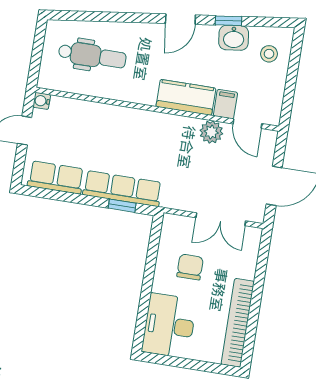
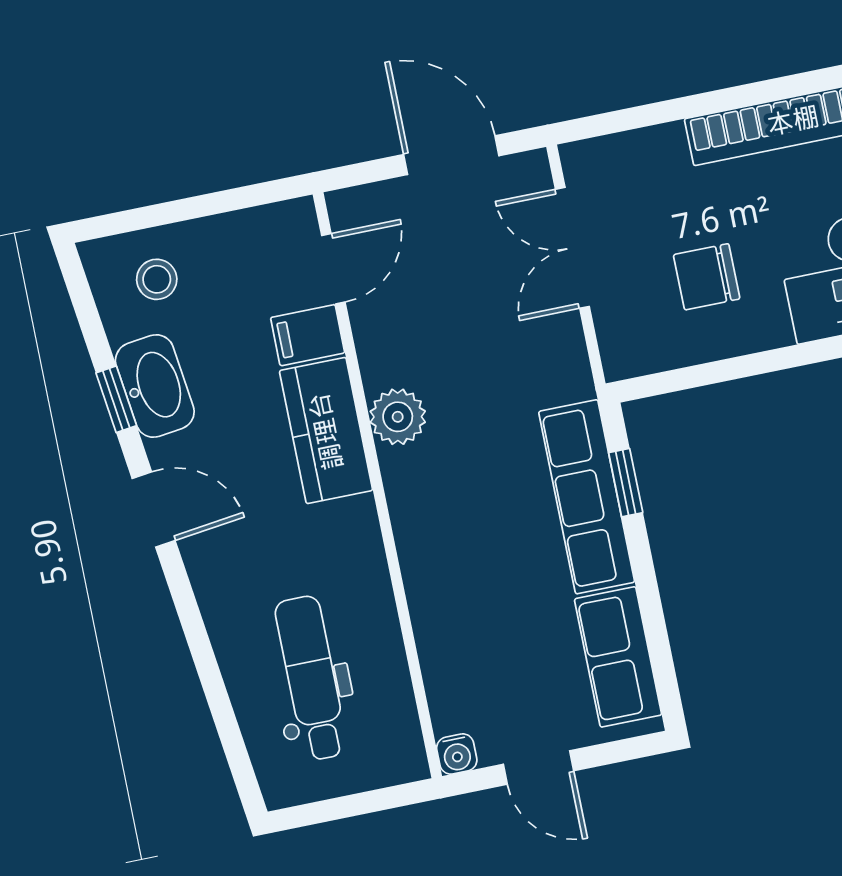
washbasin: (234, 38) -> (155, 386), width x1.38
plant: (211, 132) -> (398, 417), moved
double door: (221, 219) -> (572, 248), swing flipped

